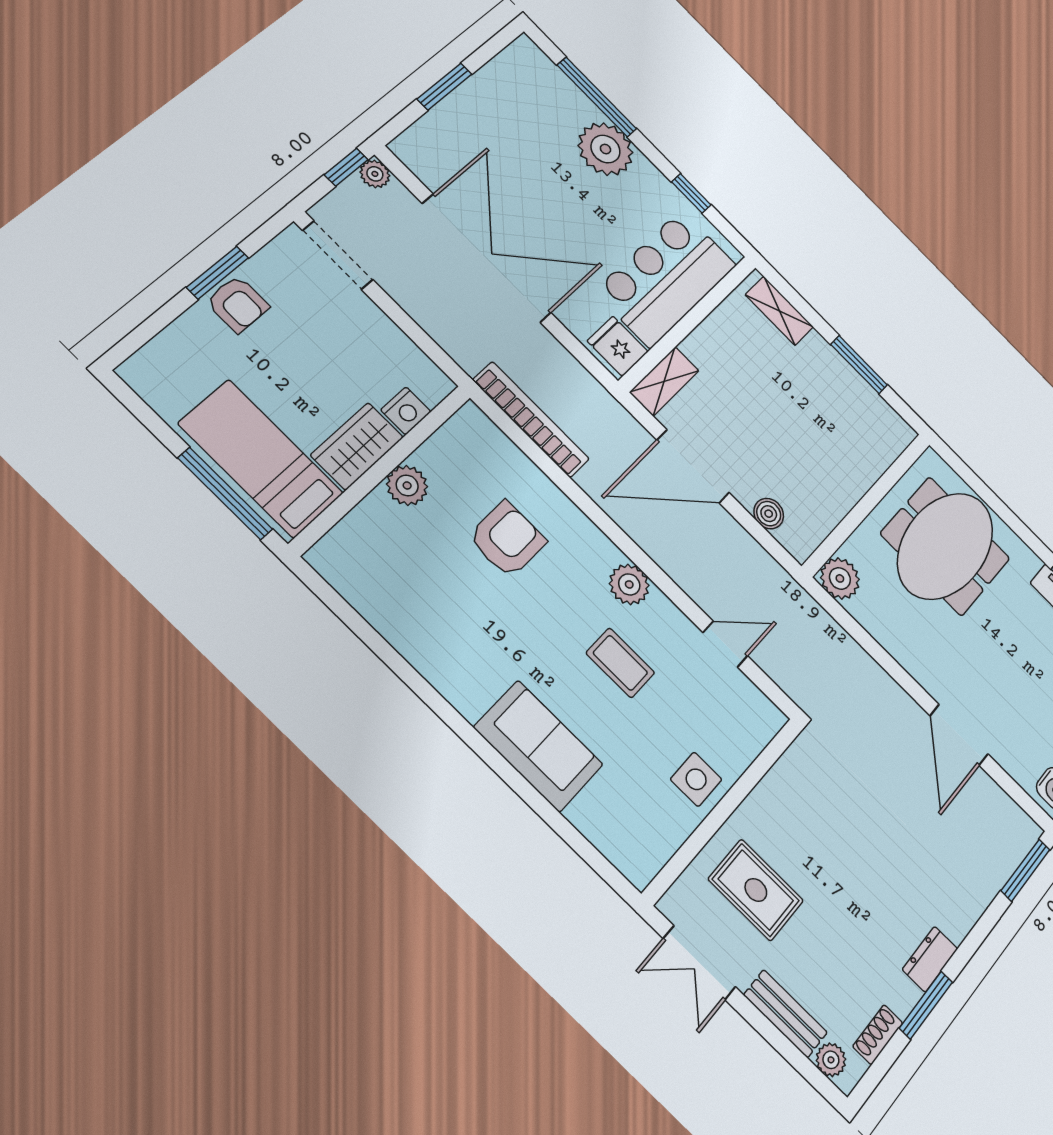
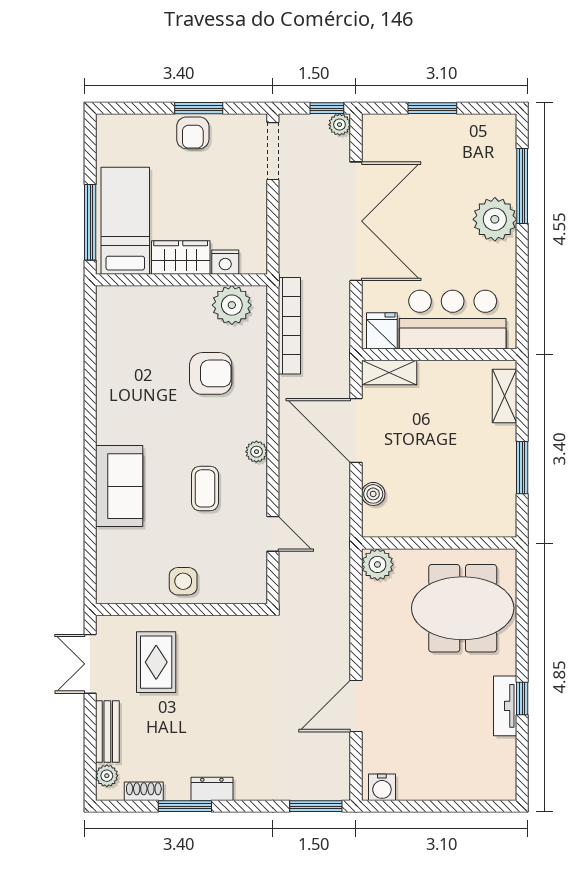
window: (691, 193) -> (522, 287), removed
plant: (407, 485) -> (232, 305), moved, width x1.36, depth x1.36
plant: (629, 584) -> (256, 452), width x0.73, depth x0.73

